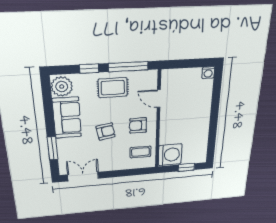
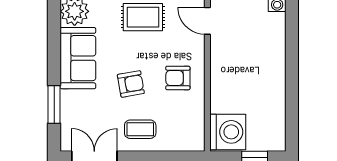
door: (159, 99) -> (207, 21), moved
coffee table: (141, 152) -> (140, 129), moved

